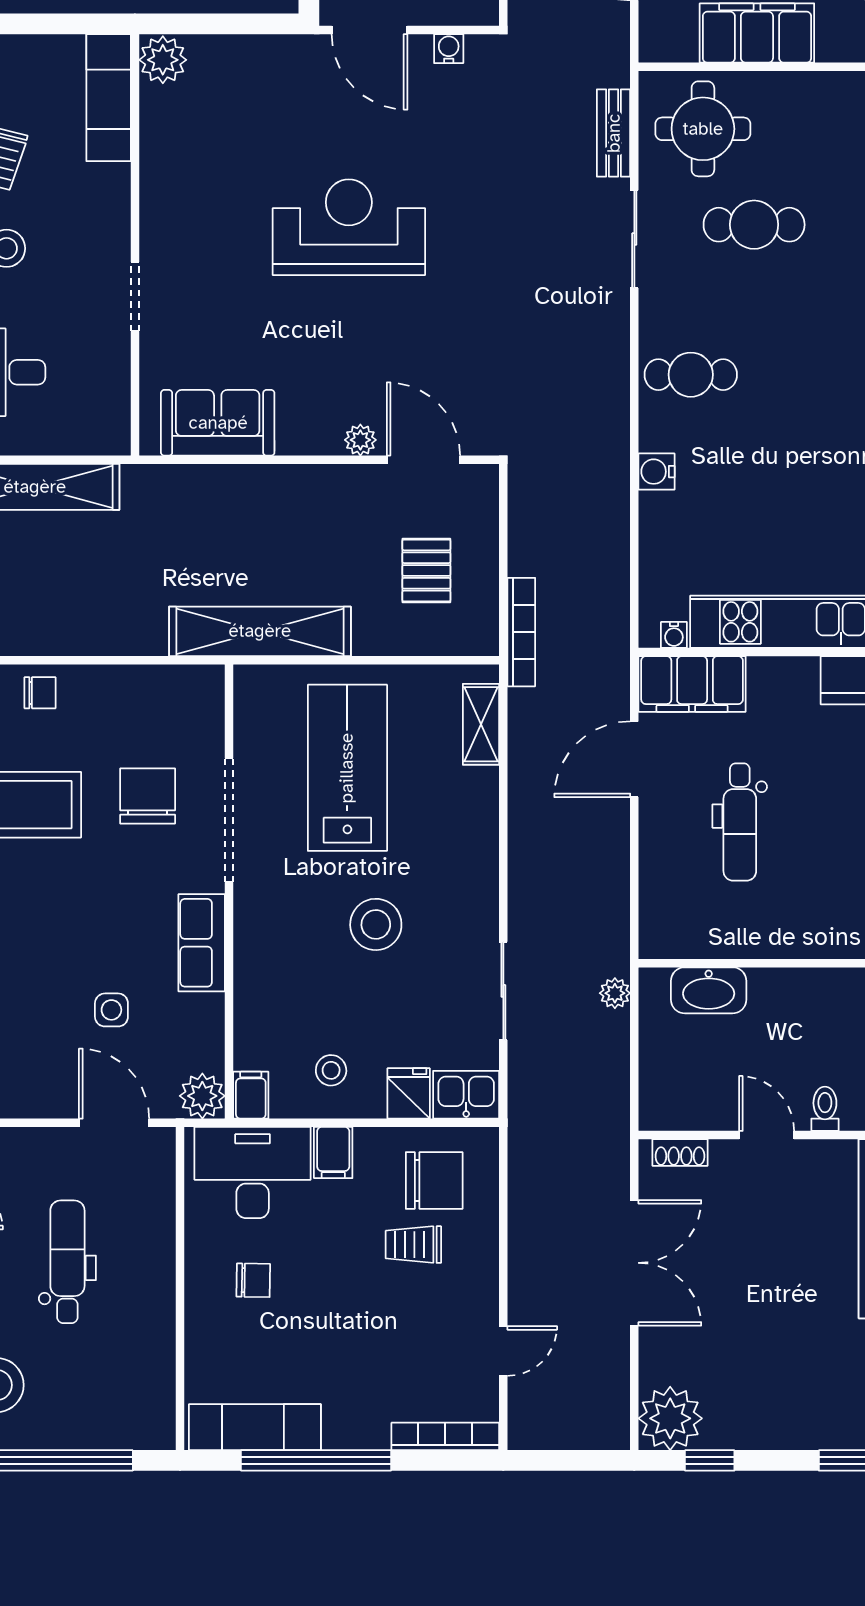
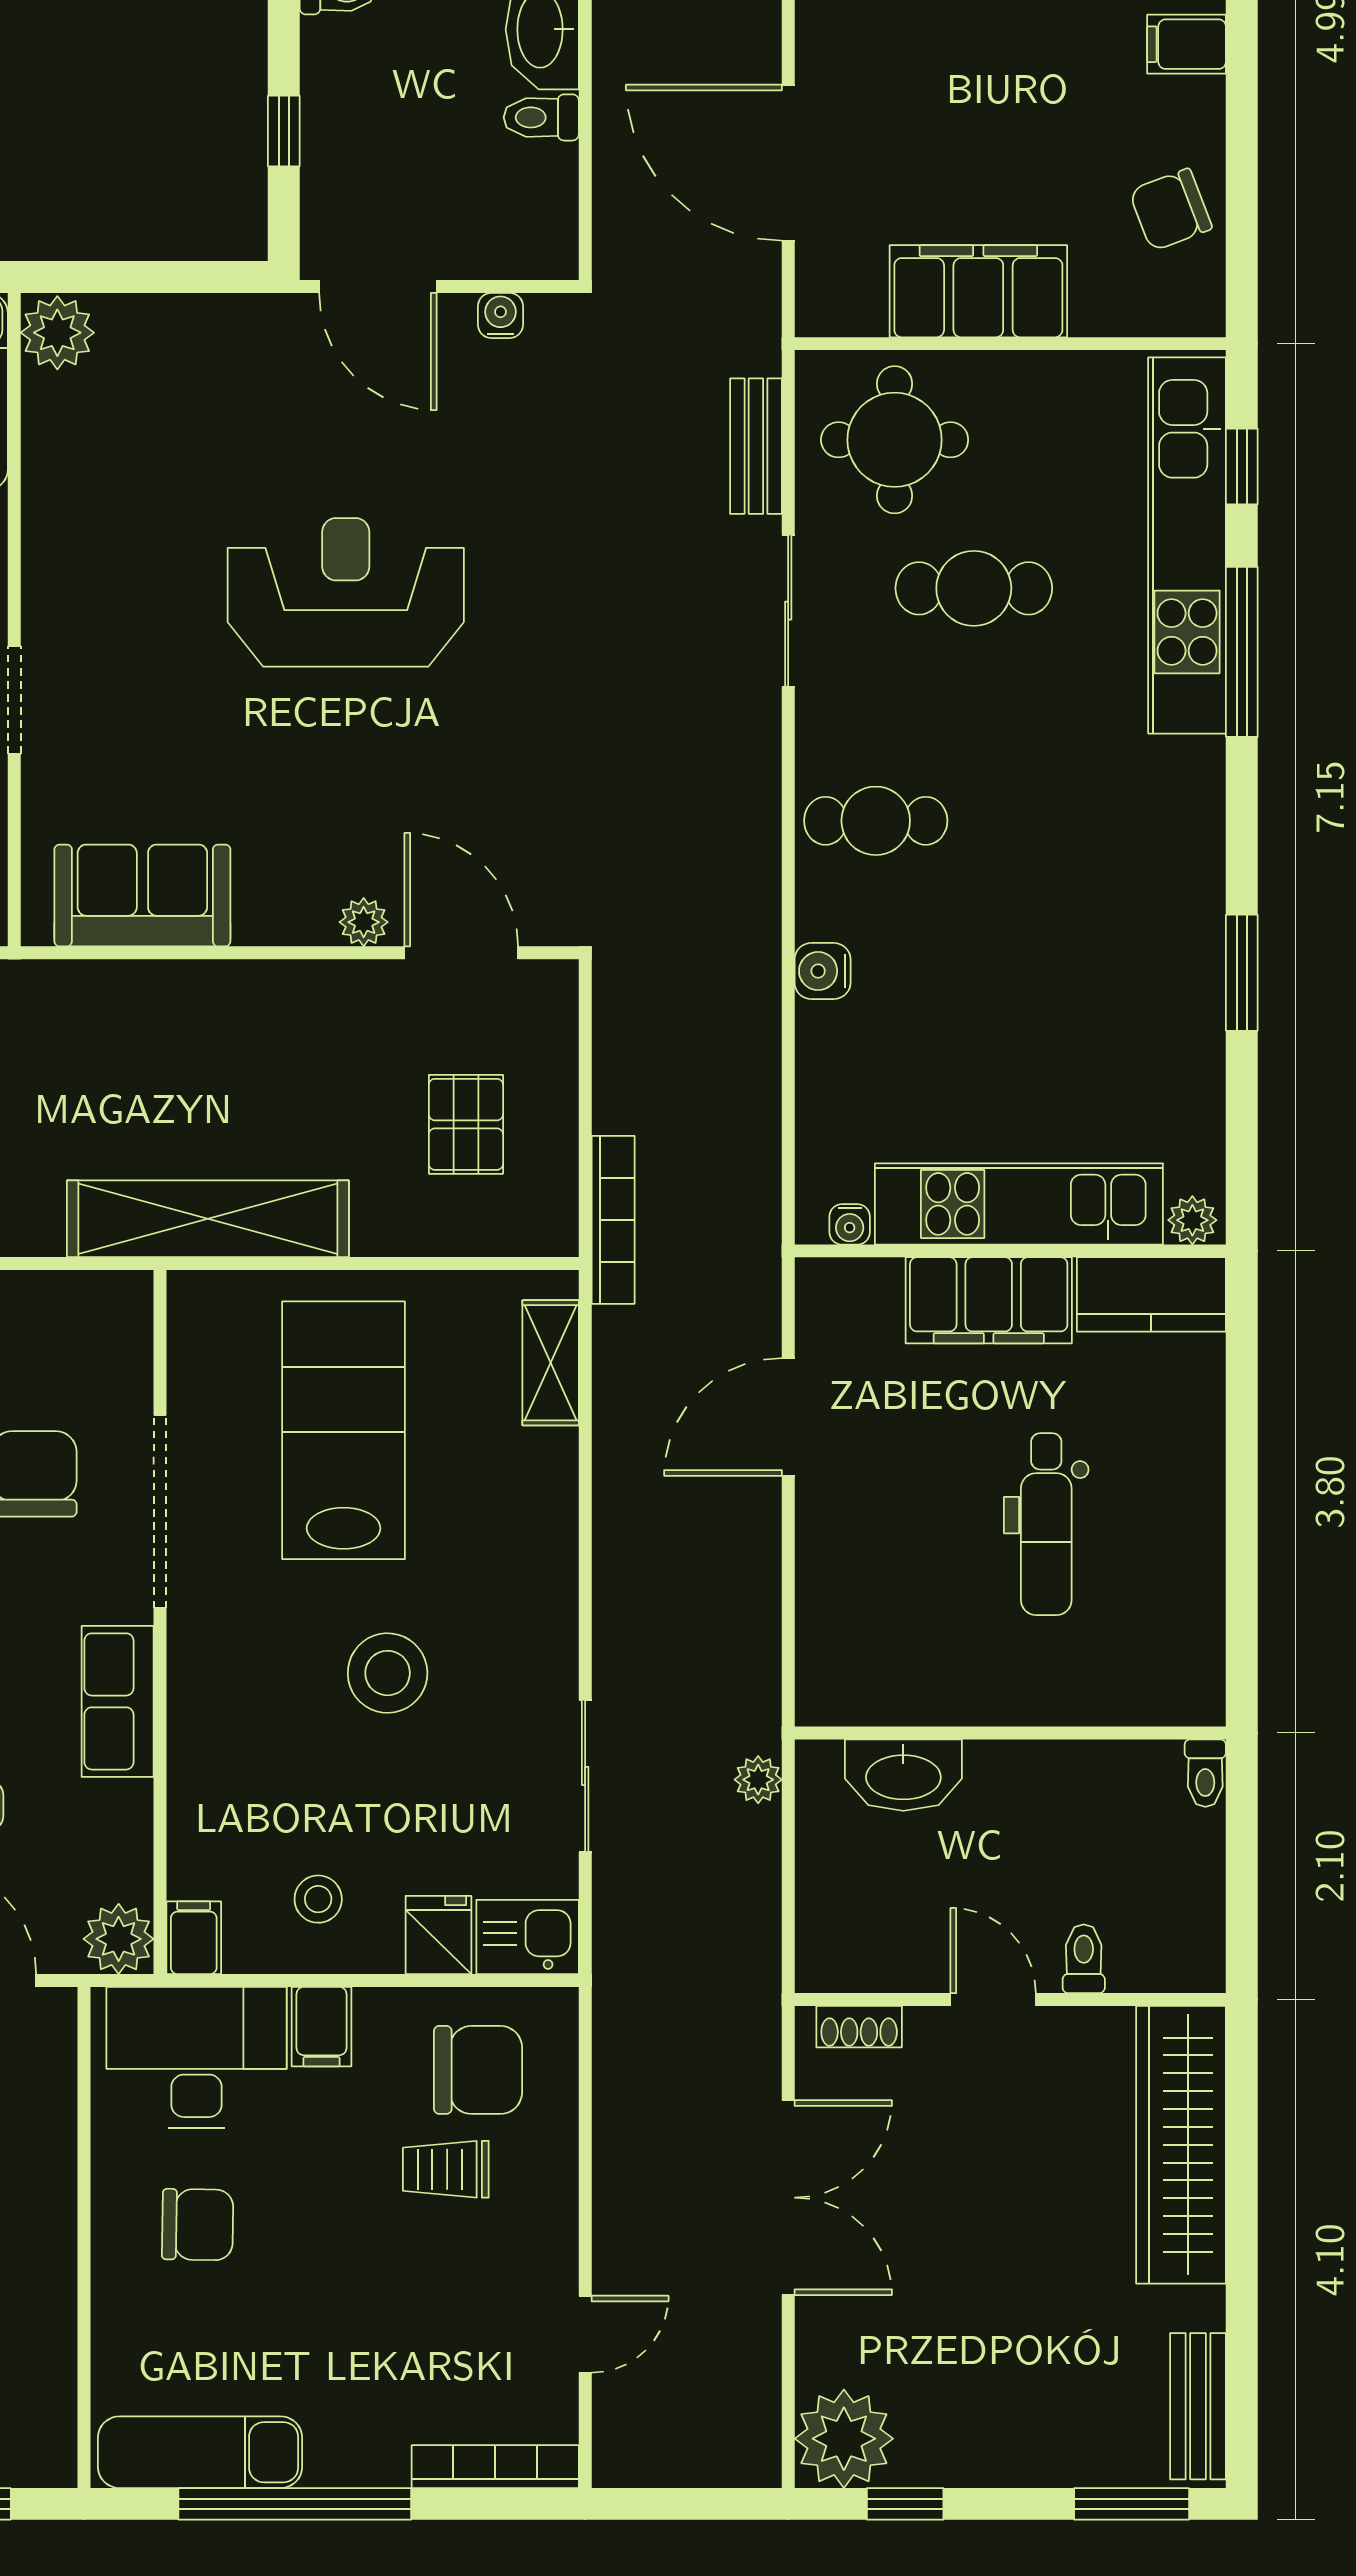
filing cabinet: (692, 684) -> (989, 1300), moved
dental chair: (740, 822) -> (1046, 1524), moved
chair: (253, 1280) -> (198, 2225), width x1.37, depth x1.37

